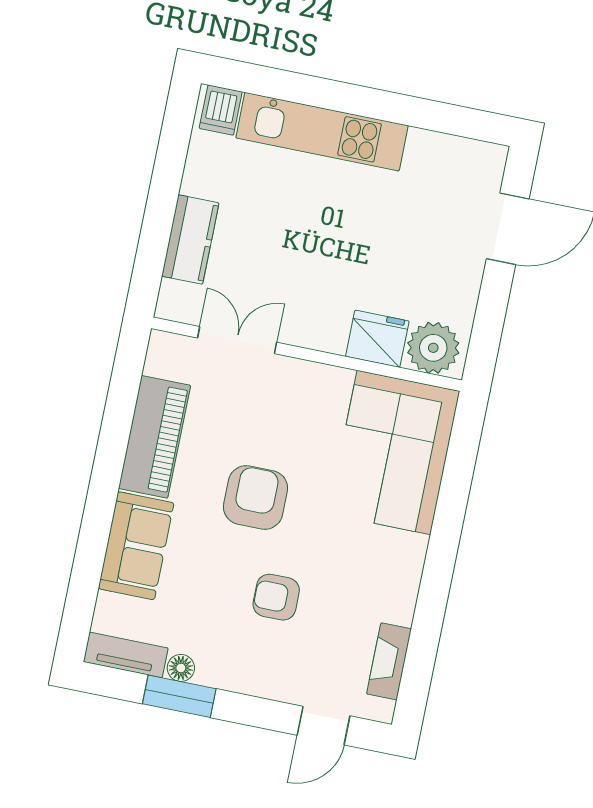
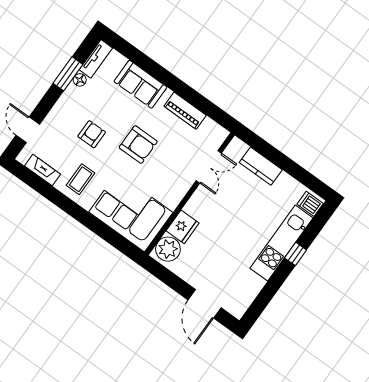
window: (331, 95) -> (296, 254), added
piano: (155, 437) -> (185, 111), width x0.73, depth x0.75
coffee table: (374, 579) -> (81, 179), added

